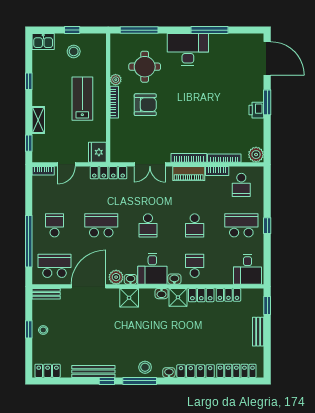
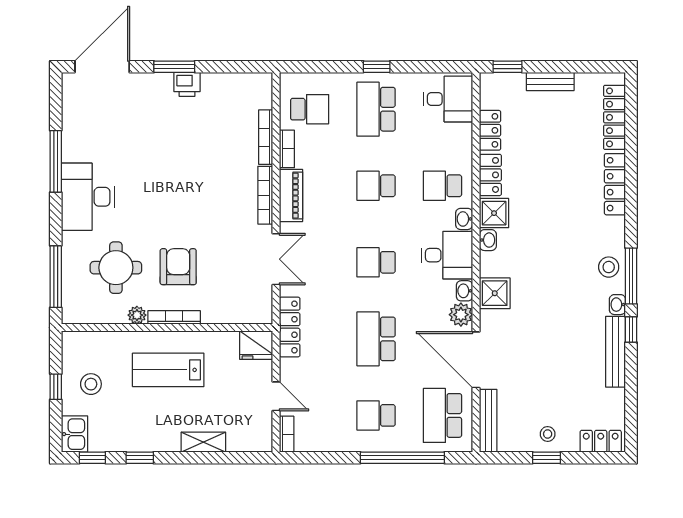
window: (29, 143) -> (92, 458), moved
plant: (256, 155) -> (260, 85), removed
school desk: (148, 225) -> (376, 262), turned 180
school desk: (195, 225) -> (376, 186), turned 180
bench: (46, 294) -> (488, 421), width x1.36
locker: (48, 371) -> (601, 441), moved, turned 90
washbasin: (169, 373) -> (617, 305), moved

